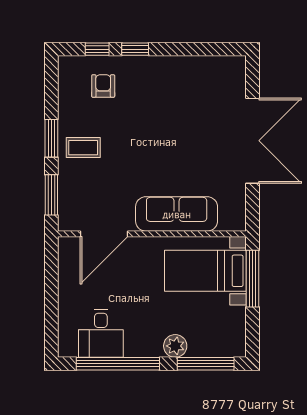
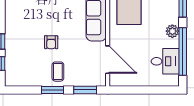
armchair: (103, 86) -> (51, 42), moved, turned -90
plant: (175, 346) -> (172, 31), moved

